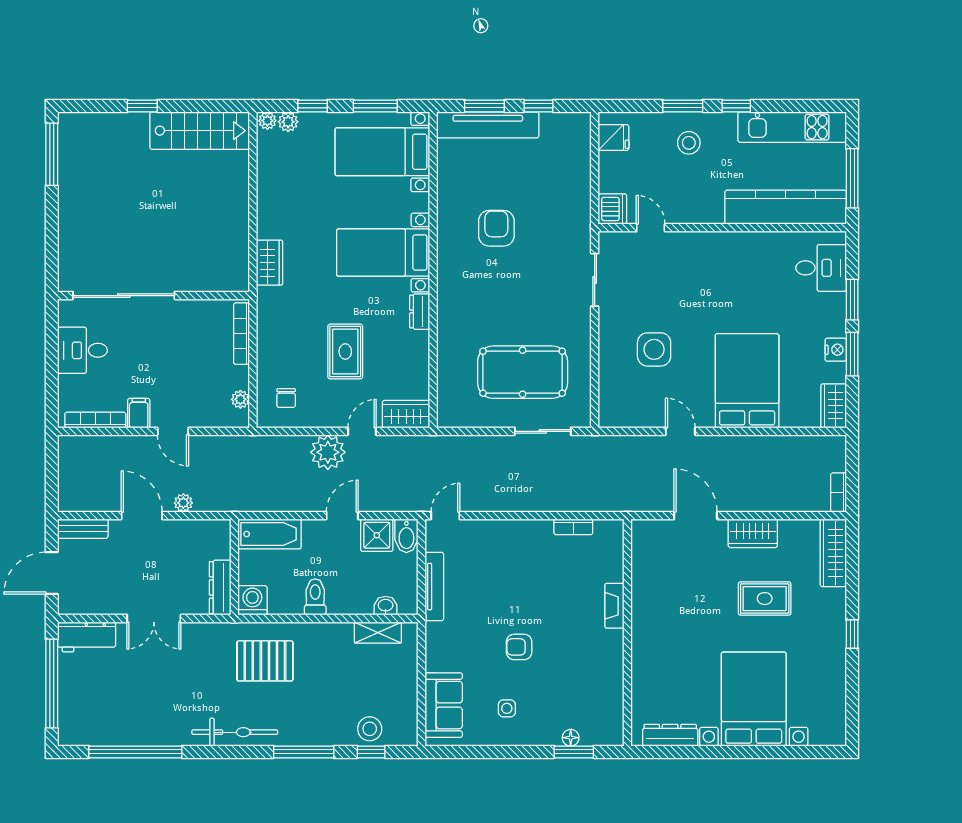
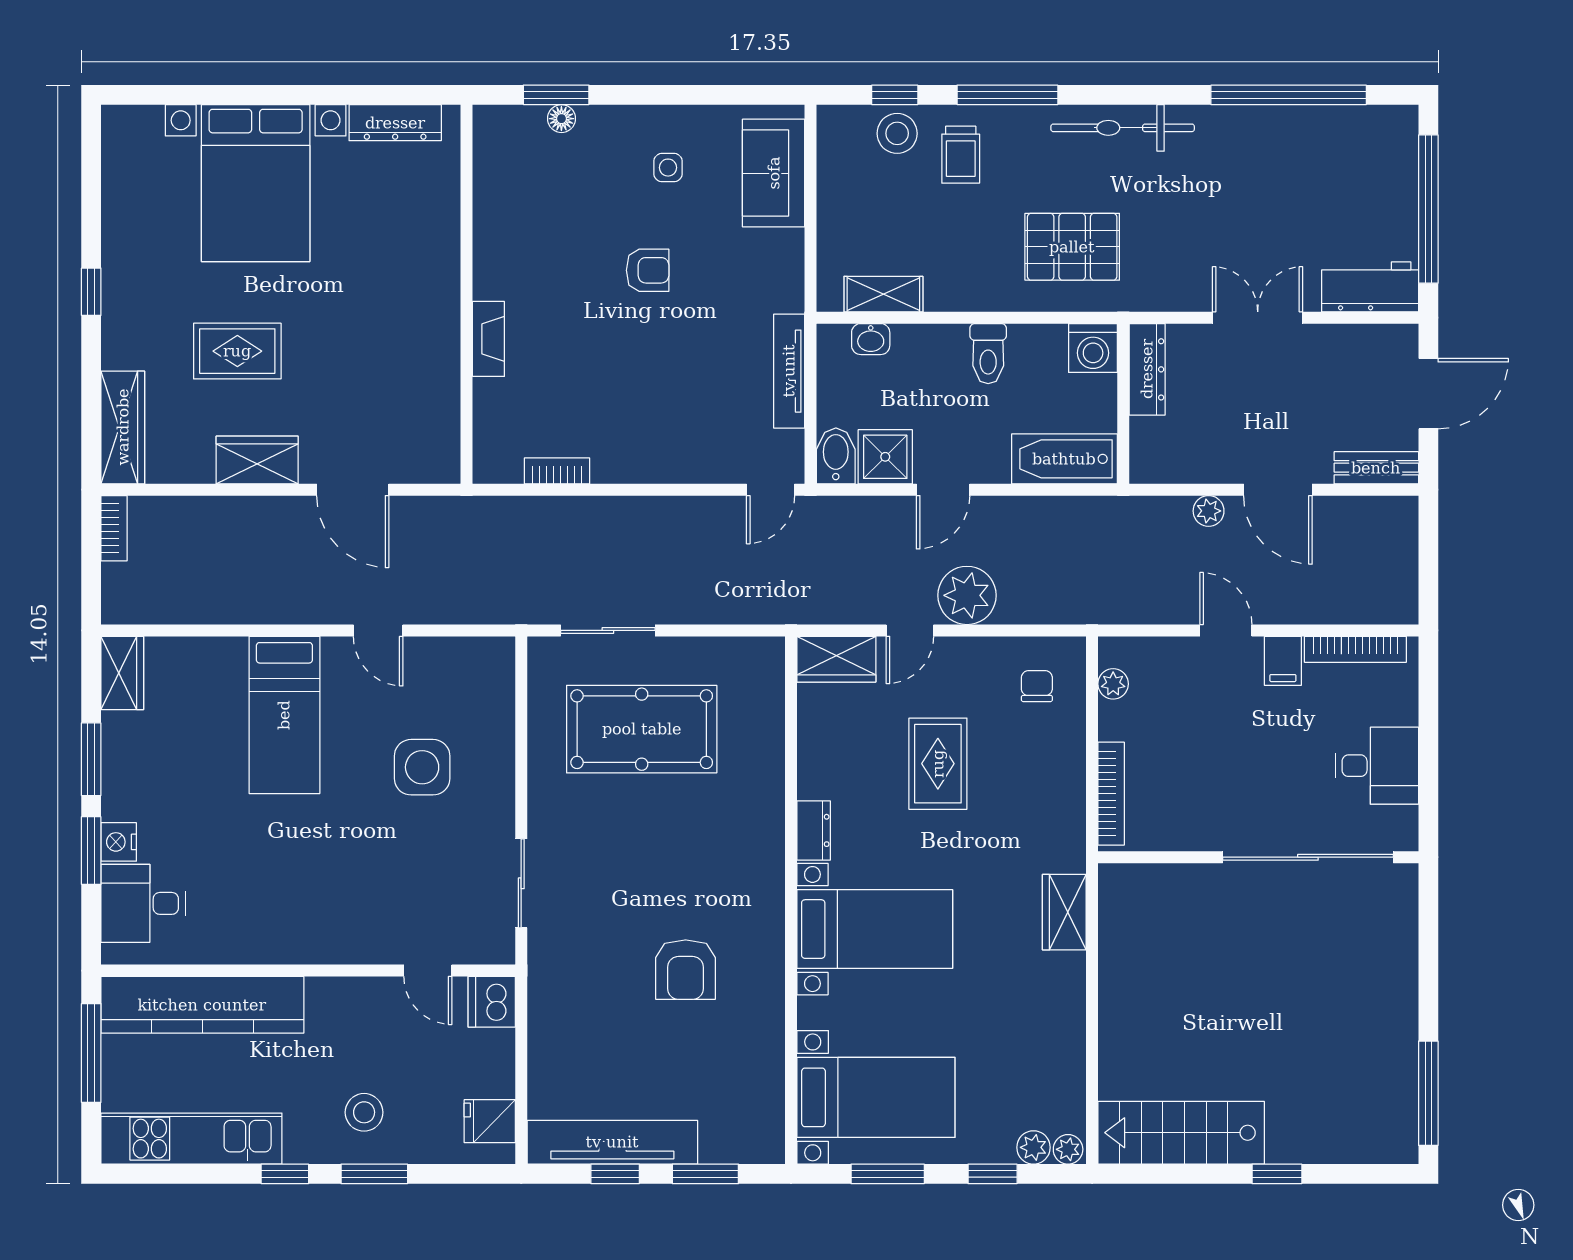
tv unit: (488, 125) -> (612, 1142), moved
nightstand: (836, 350) -> (119, 842), moved
bed: (747, 381) -> (284, 715), width x0.67
trolley: (332, 716) -> (961, 155), added

